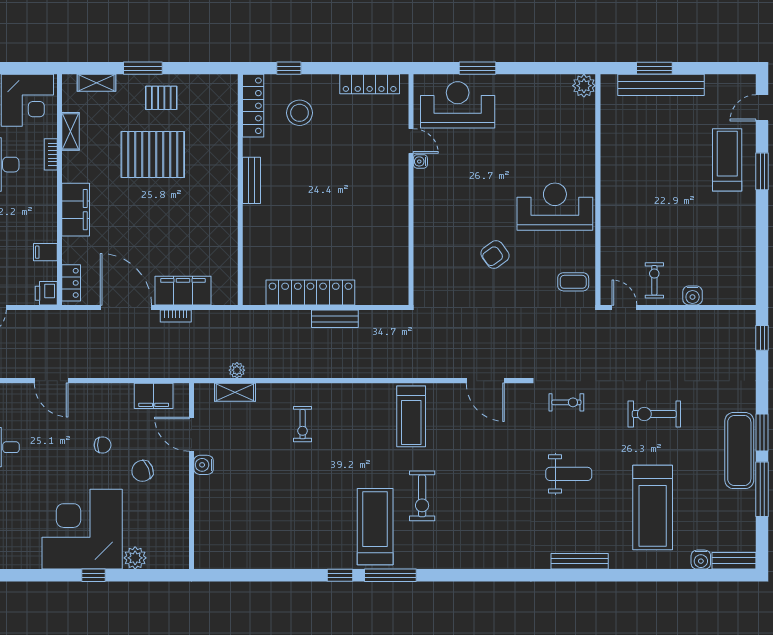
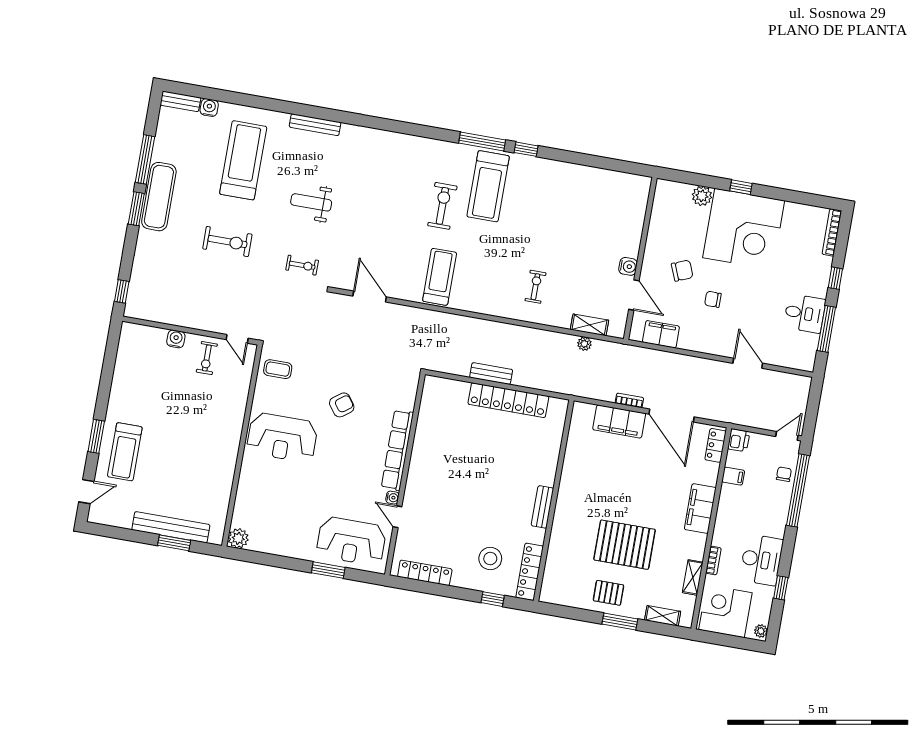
row of seats: (424, 215) -> (397, 450), added
exercise bike: (566, 402) -> (302, 265), turned 180

